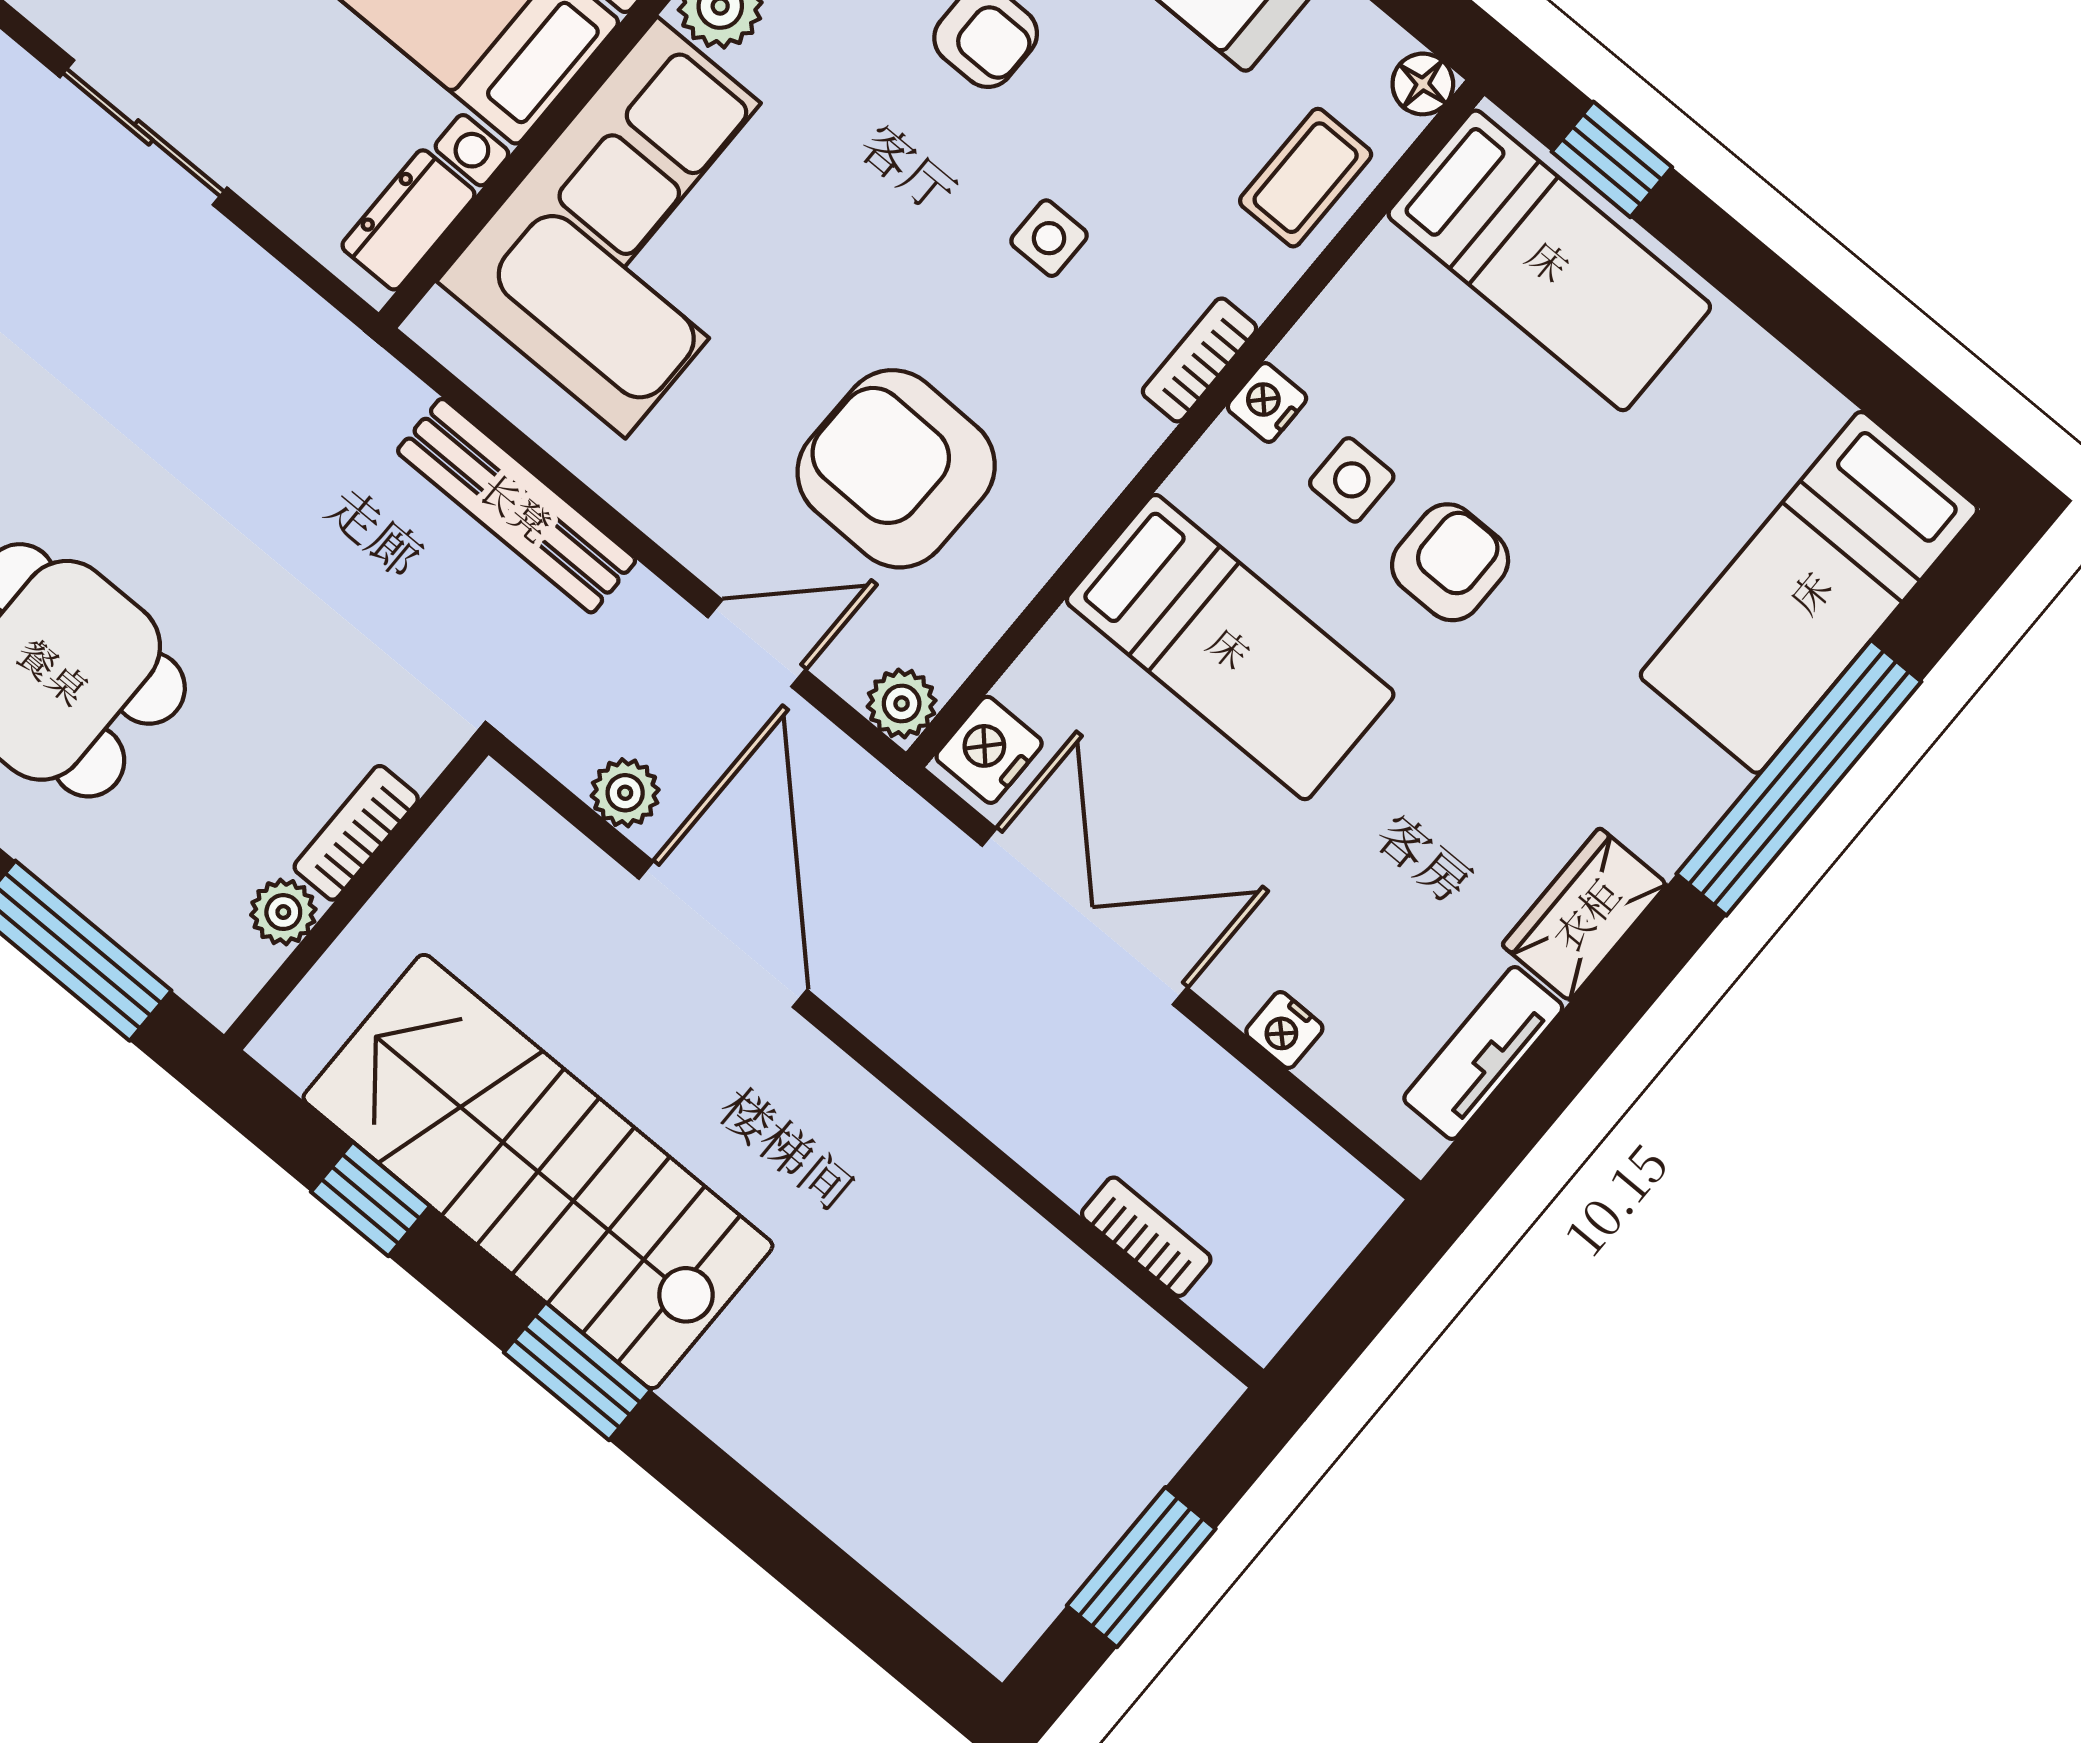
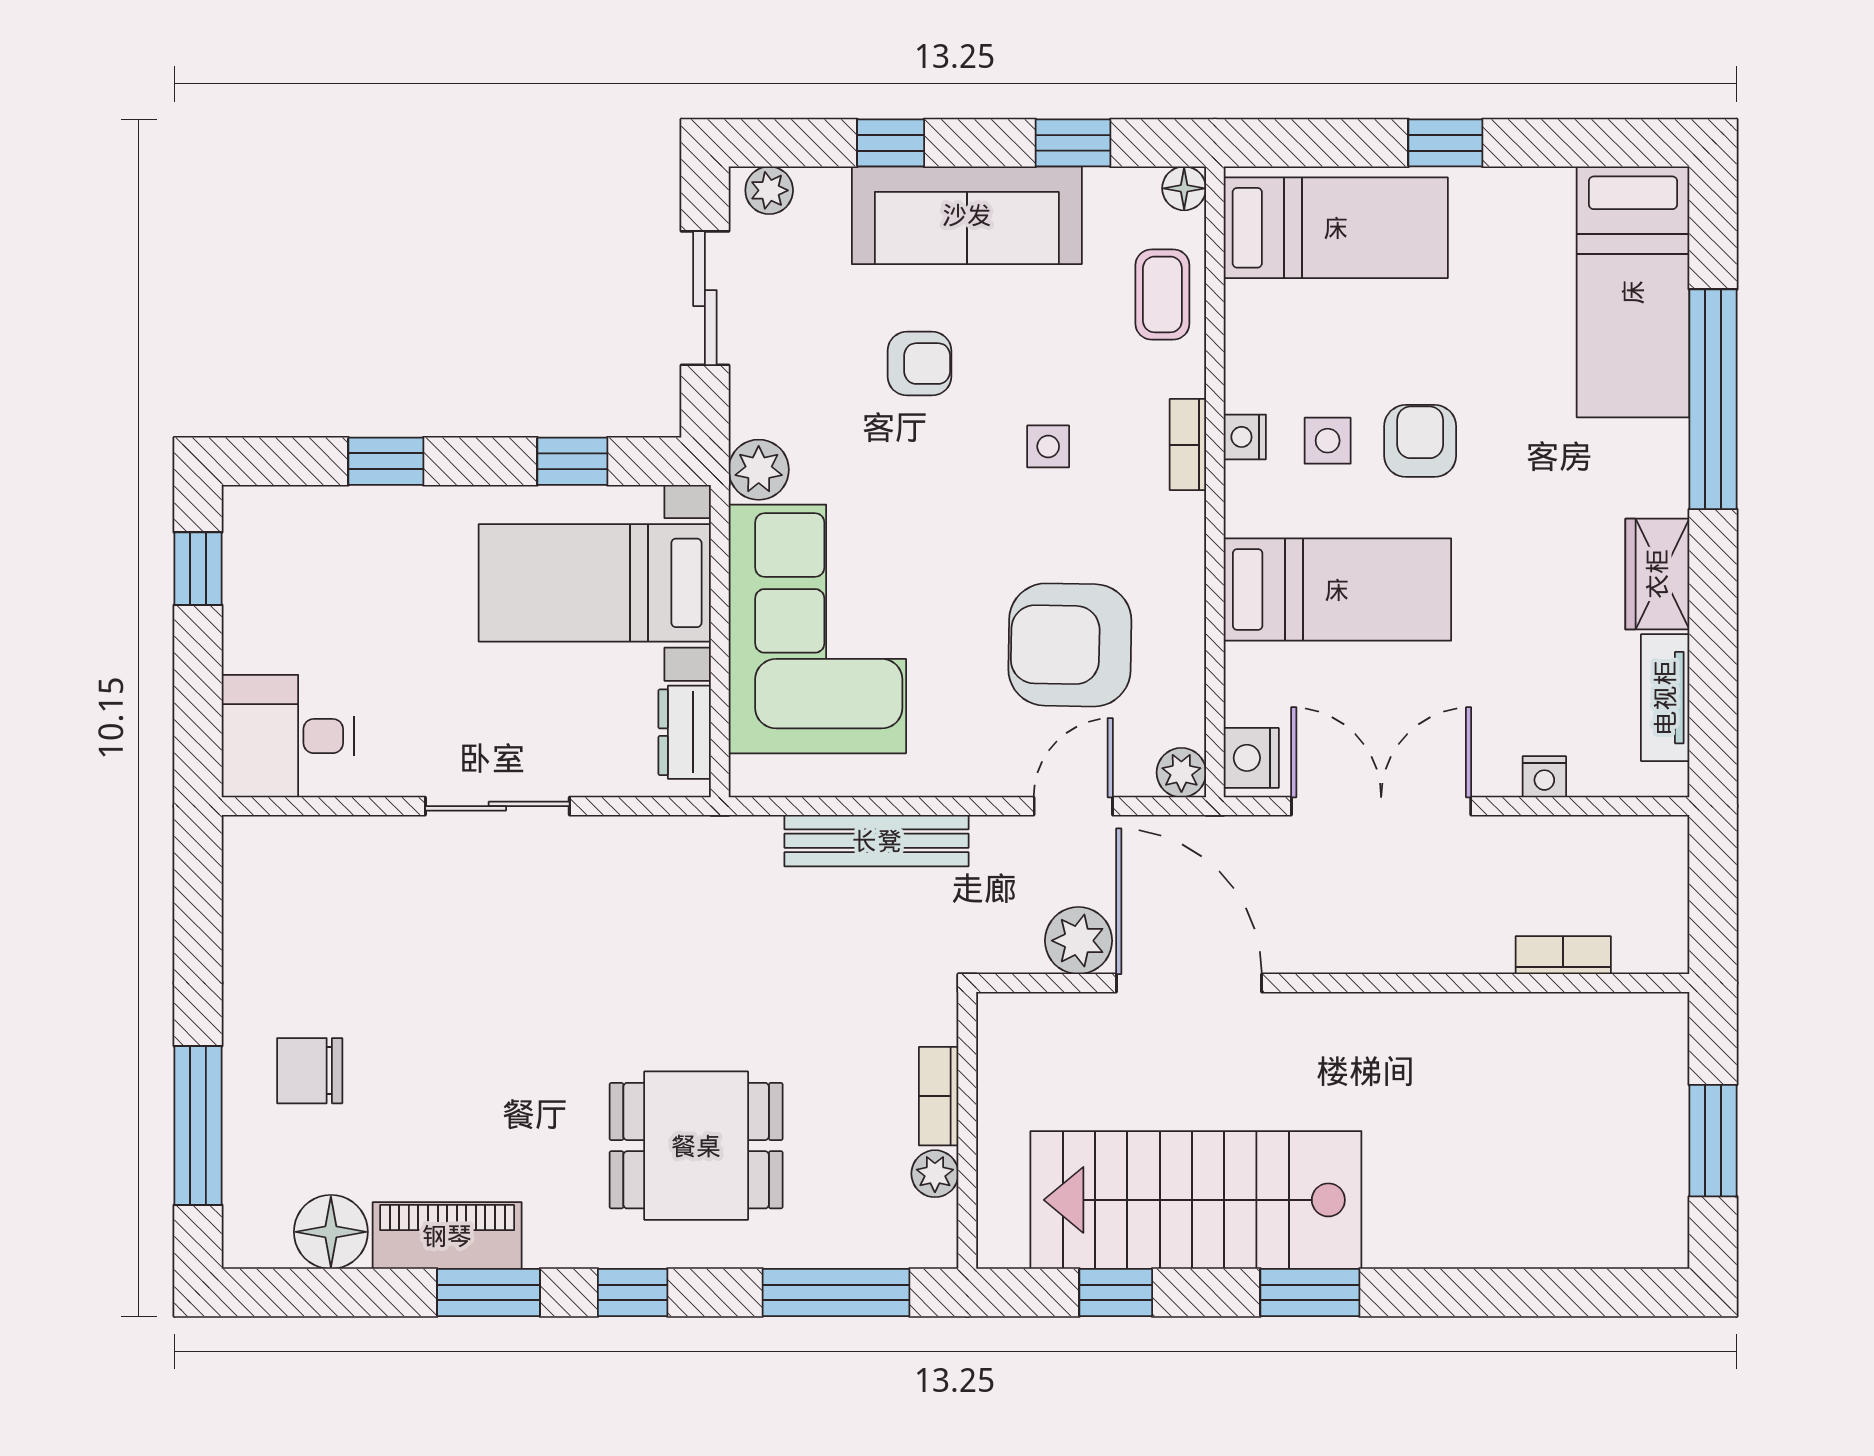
window: (1612, 159) -> (1445, 143), moved
plant: (625, 793) -> (1078, 941), width x1.38, depth x1.38

